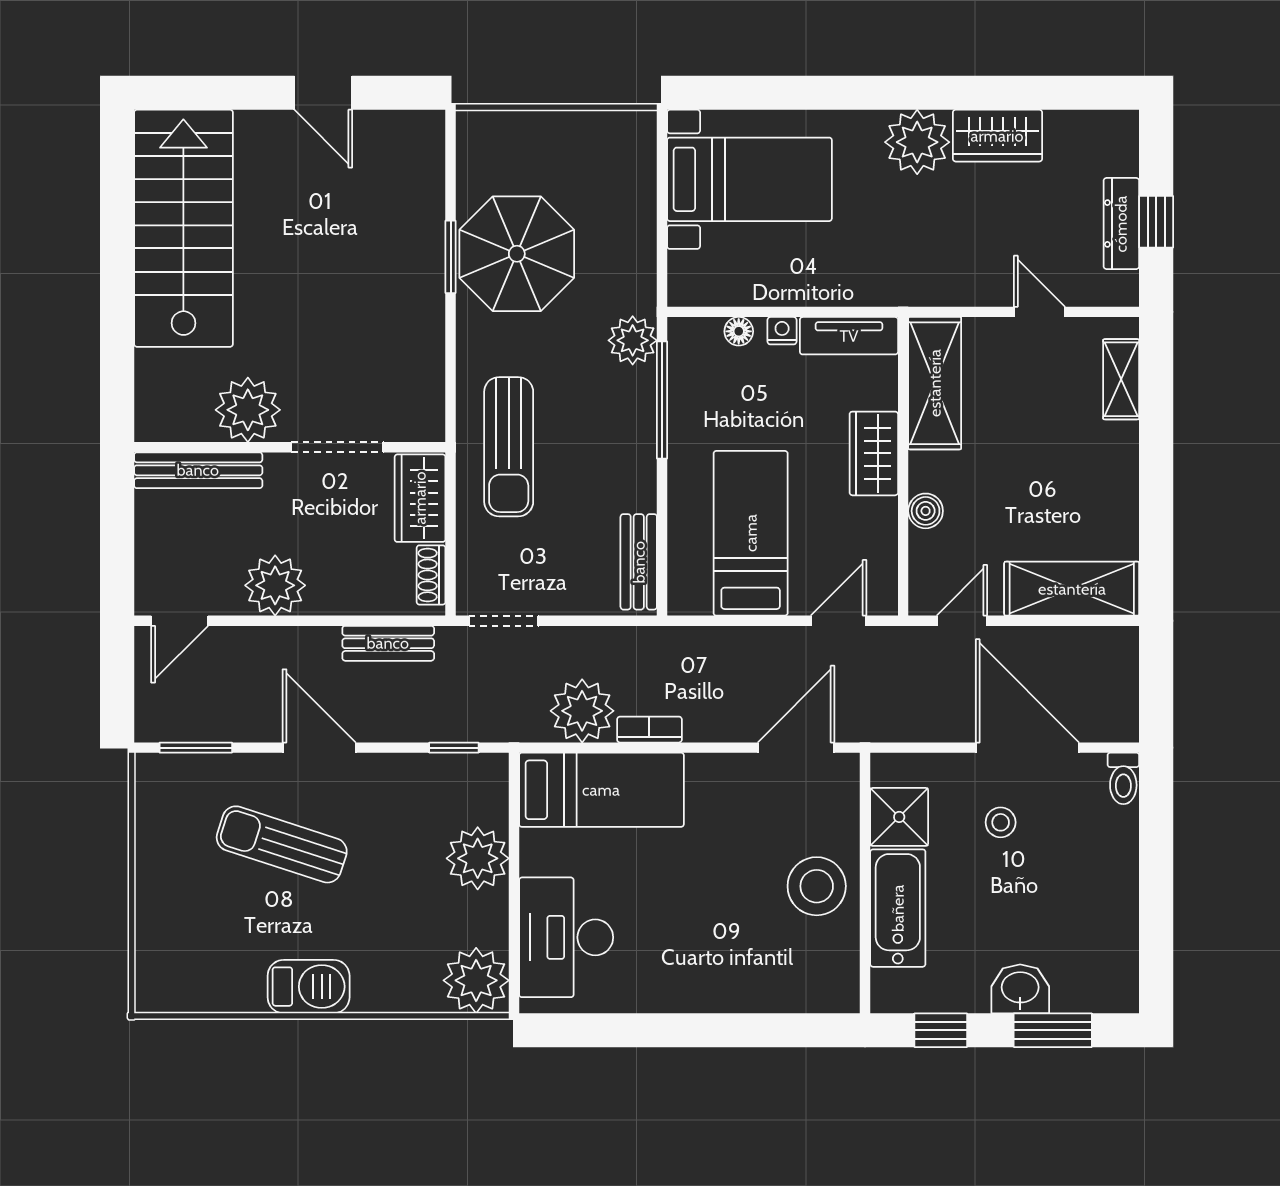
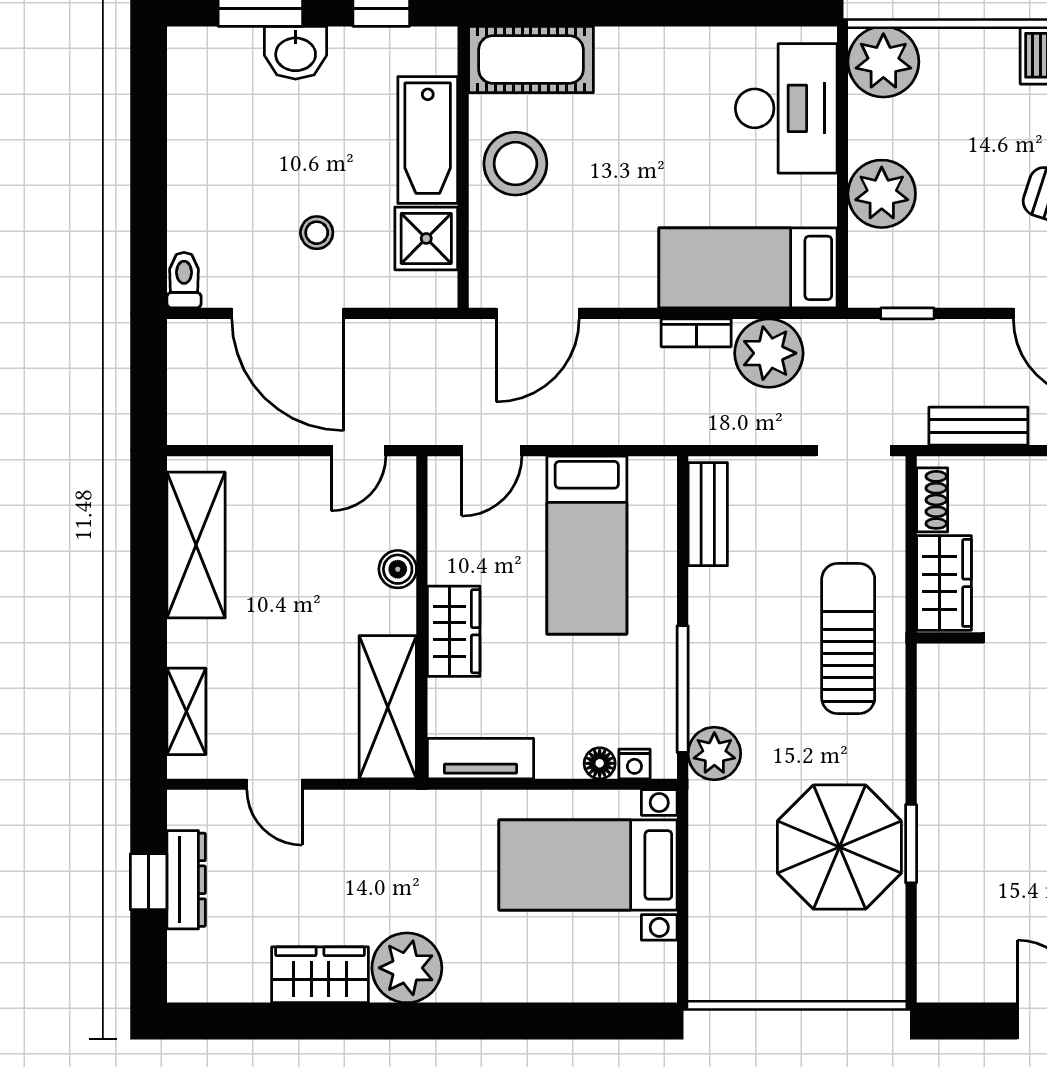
bed with nightstands: (749, 179) -> (588, 865), moved
nightstand: (782, 331) -> (634, 764), moved
shelving: (1072, 589) -> (196, 545), moved, turned 90
cot: (802, 983) -> (531, 60), added

